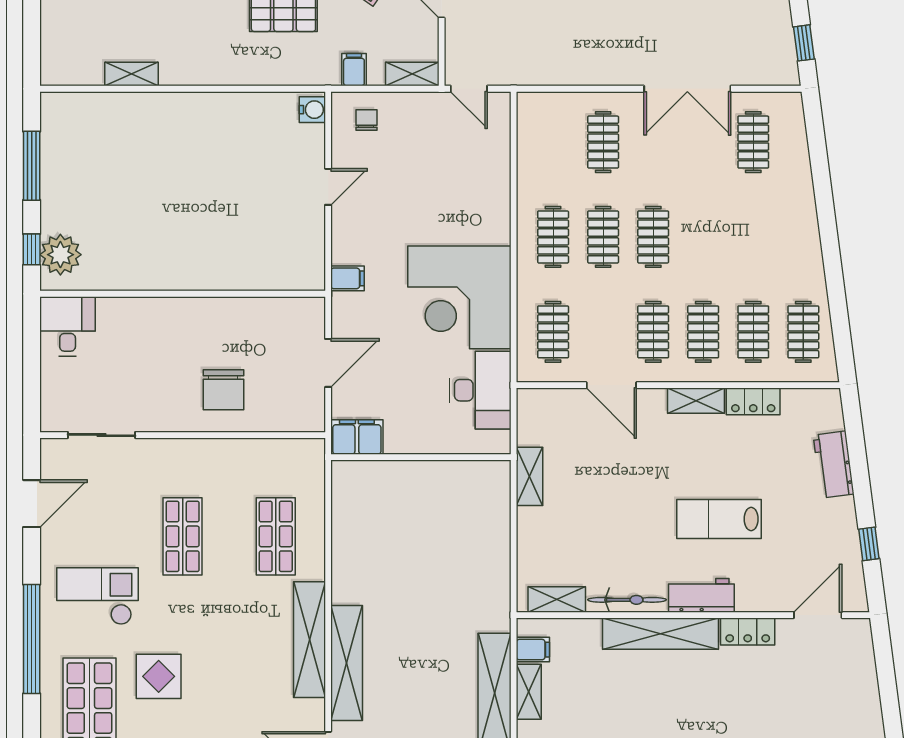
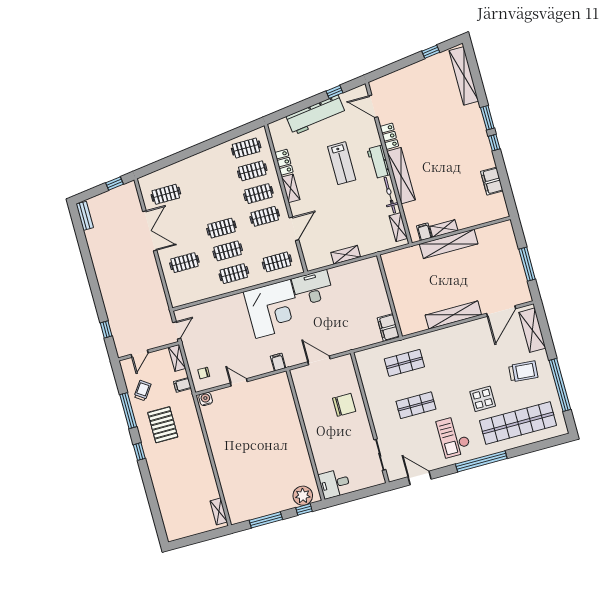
shelving: (132, 74) -> (219, 511), moved
filing cabinet: (357, 437) -> (388, 328), moved
wall: (421, 457) -> (389, 296), moved
workbench: (834, 465) -> (316, 115), width x1.88, depth x1.32
shelving: (309, 640) -> (447, 335), removed

